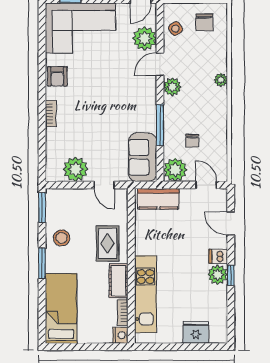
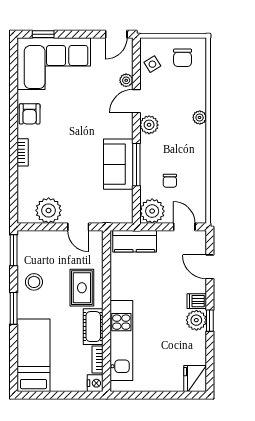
plant: (145, 38) -> (126, 80), width x0.53, depth x0.53
sofa: (143, 157) -> (118, 164), moved
fridge: (196, 333) -> (195, 379), moved, turned -90

